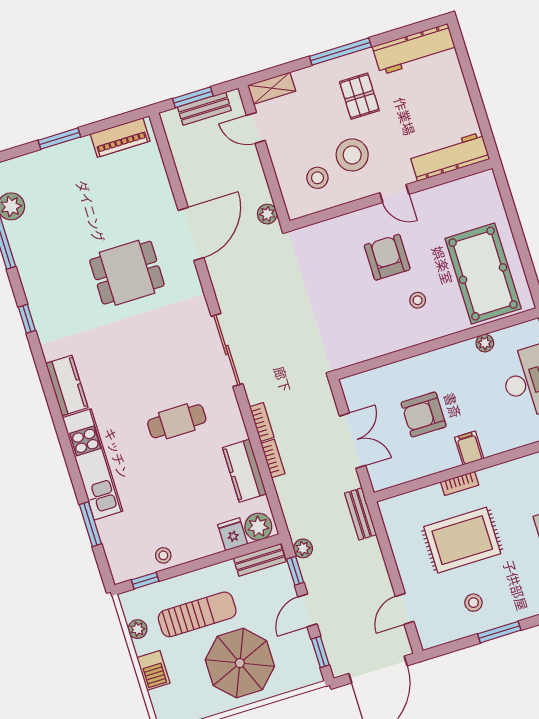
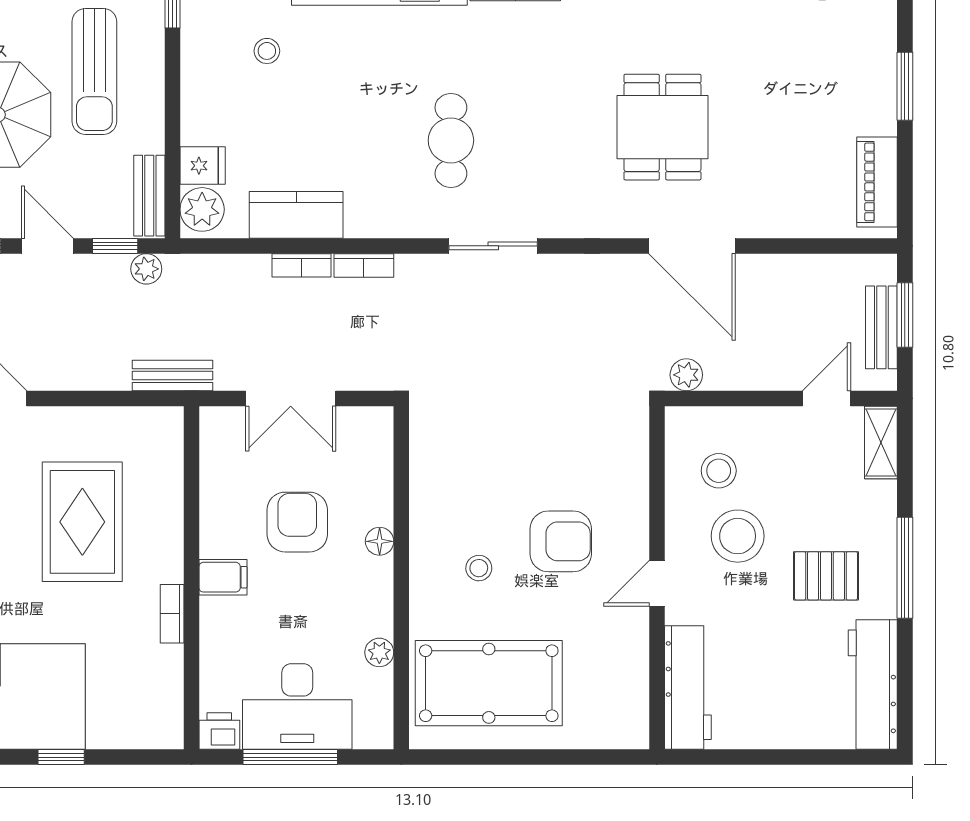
sliding door: (227, 350) -> (493, 246), width x0.73
floor lamp: (420, 363) -> (380, 541), added
cafe table: (177, 421) -> (451, 140), moved
bookcase: (460, 483) -> (172, 614), moved
stool: (163, 555) -> (267, 51), moved

